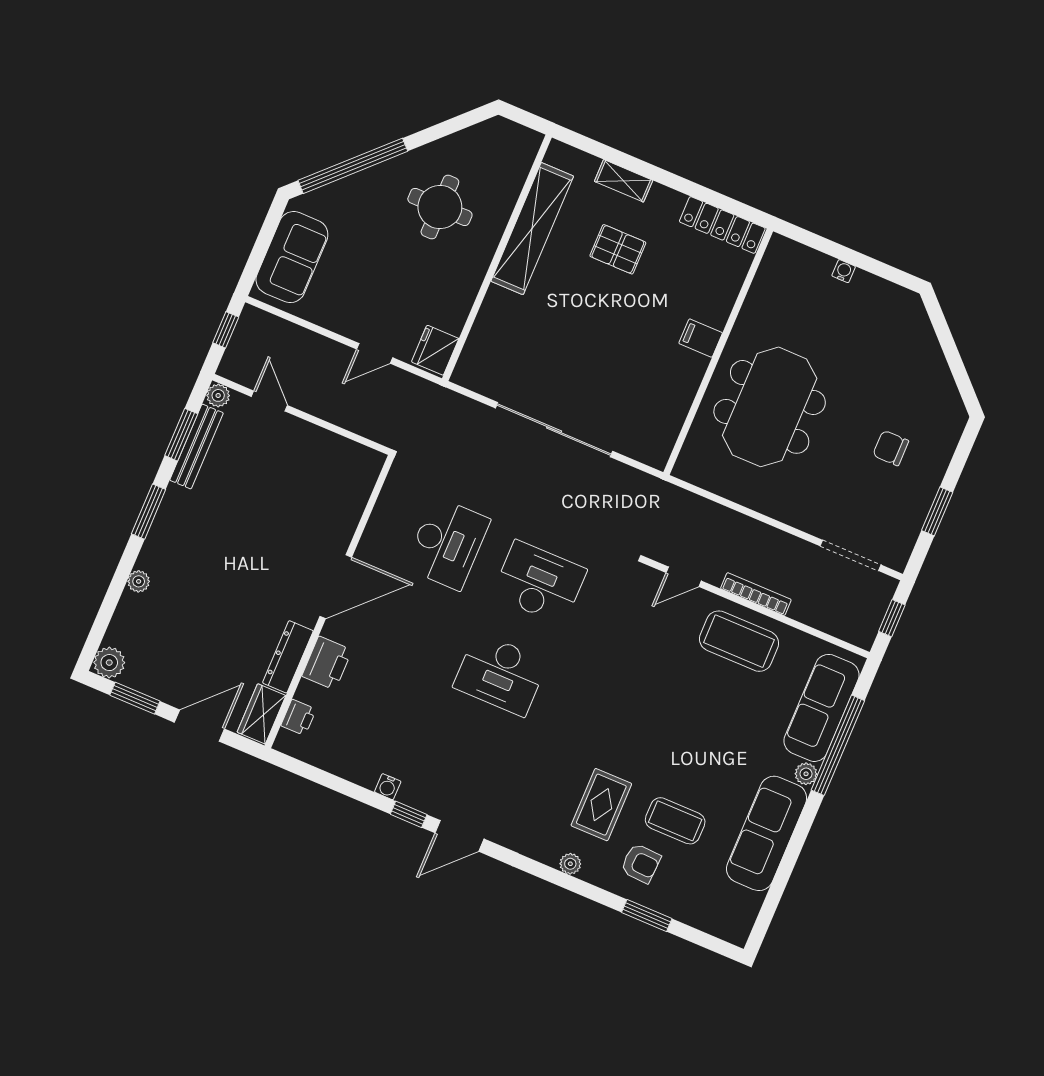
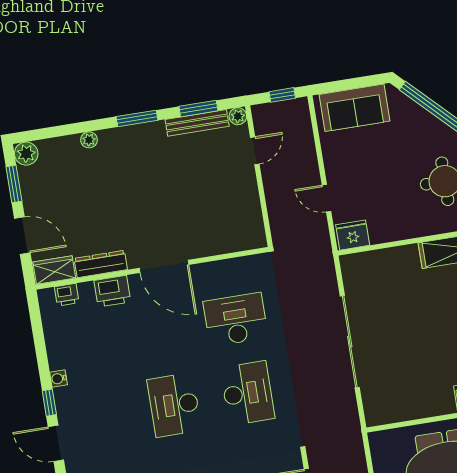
desk: (447, 543) -> (236, 320), turned 180

